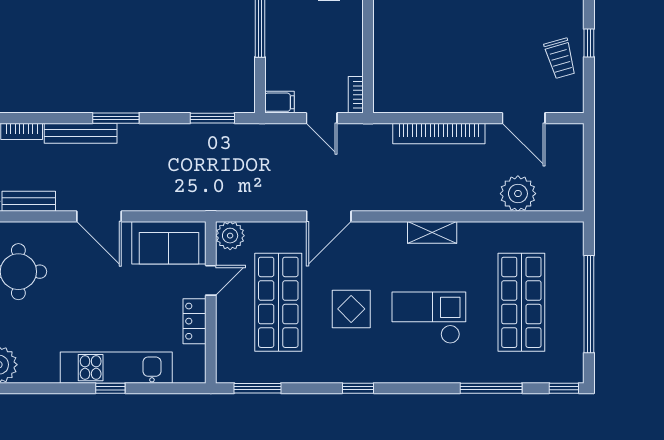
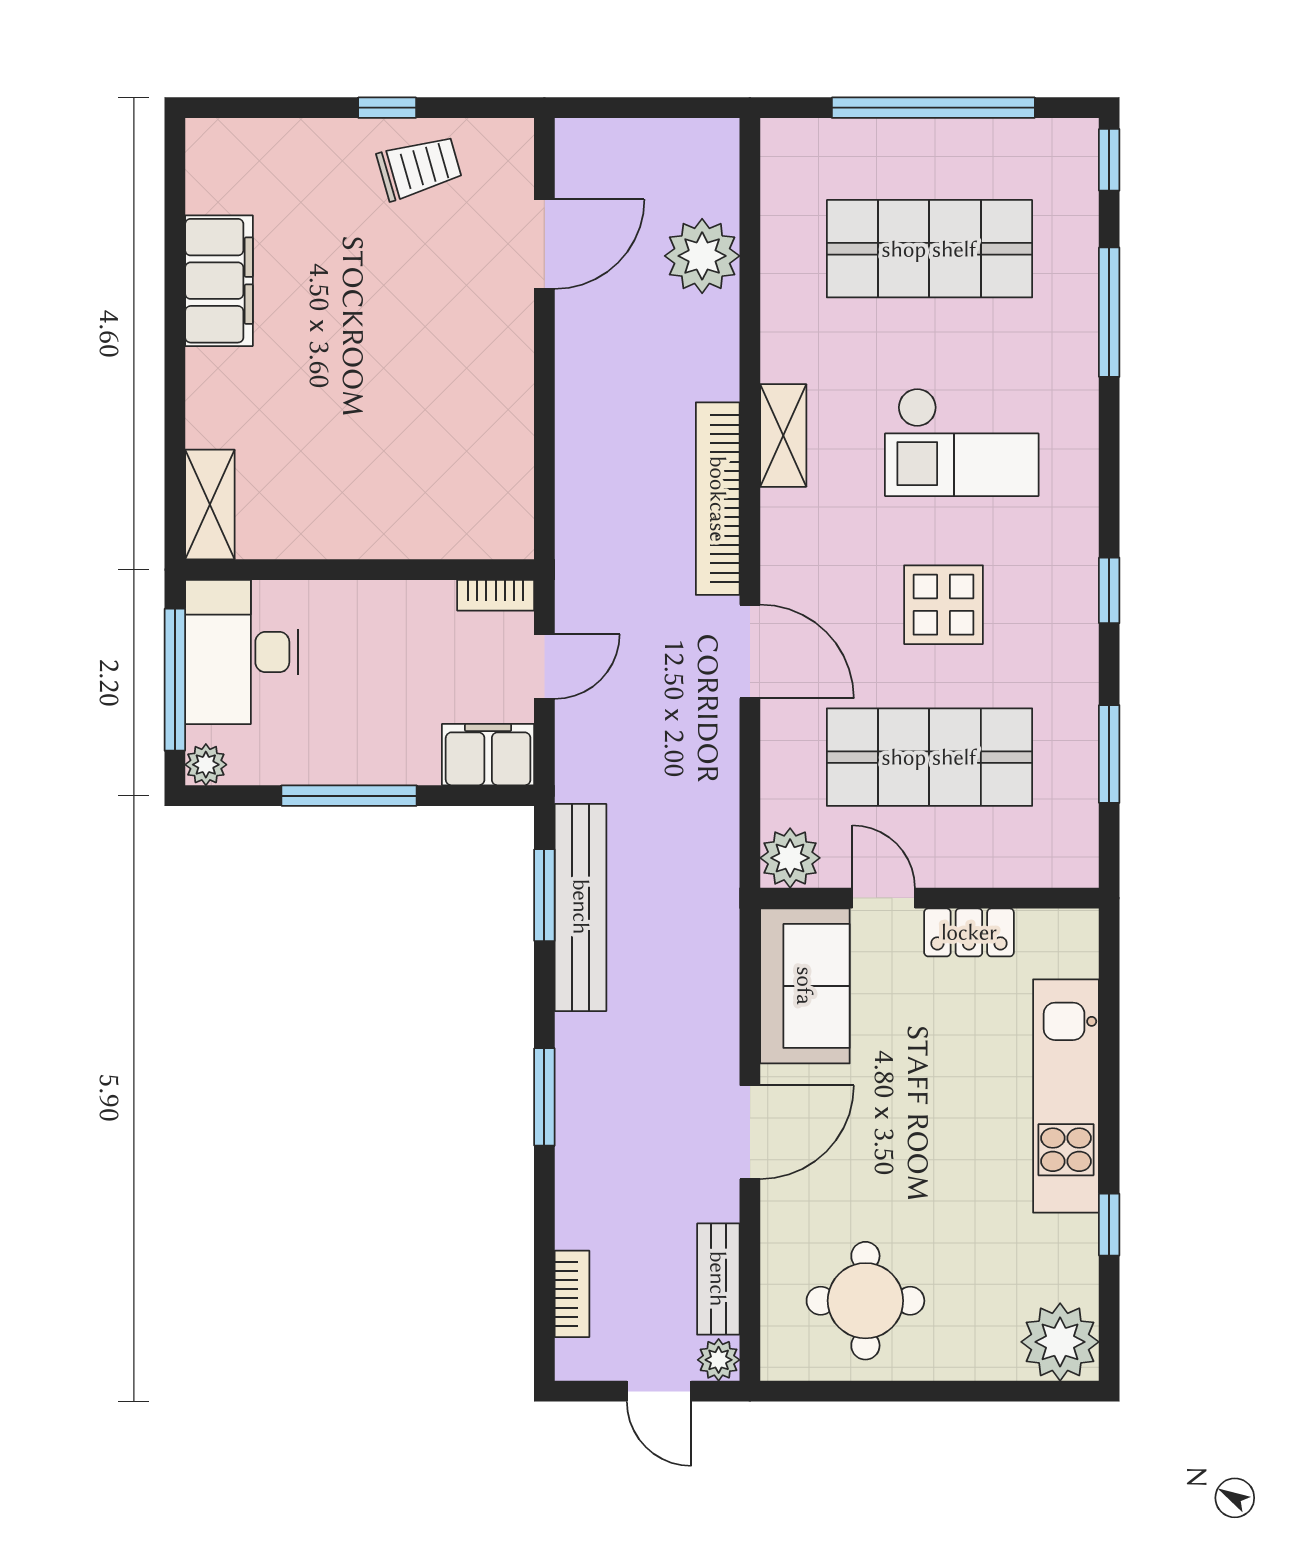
filing cabinet: (280, 102) -> (488, 755), width x2.00
bench: (81, 133) -> (581, 907), moved, width x1.37, depth x1.21
bookcase: (439, 134) -> (718, 499), moved, turned 180
checkout: (429, 318) -> (962, 442), turned -90
window: (110, 388) -> (1109, 1225), moved
window: (258, 388) -> (1109, 754), moved

